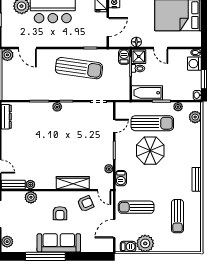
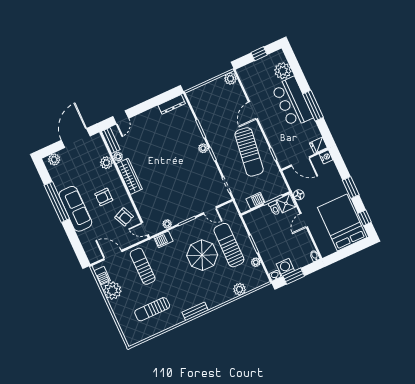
door: (27, 48) -> (253, 110), moved
barbecue: (124, 57) -> (255, 201), moved
washing machine: (194, 64) -> (285, 267), moved
bathtub: (147, 93) -> (255, 227), removed
plant: (195, 117) -> (239, 289), moved
sun lounger: (152, 123) -> (229, 245), turned 180
wardrobe: (73, 183) -> (129, 176), moved
door: (104, 190) -> (145, 229), hinge flipped

